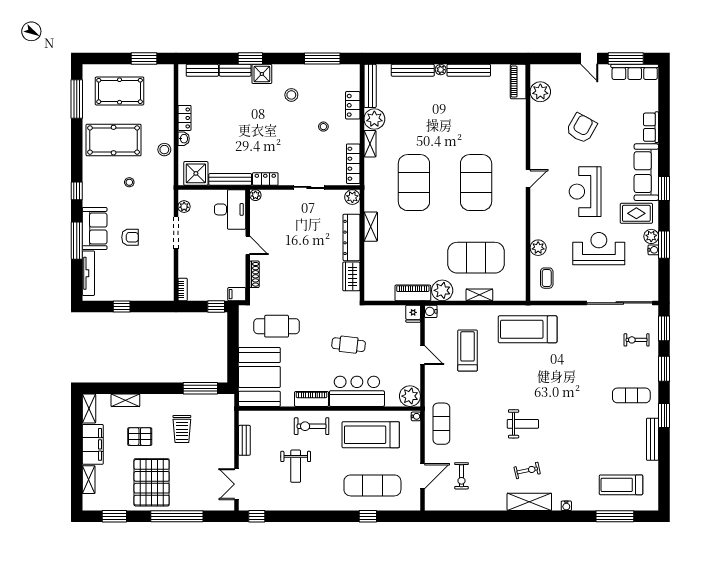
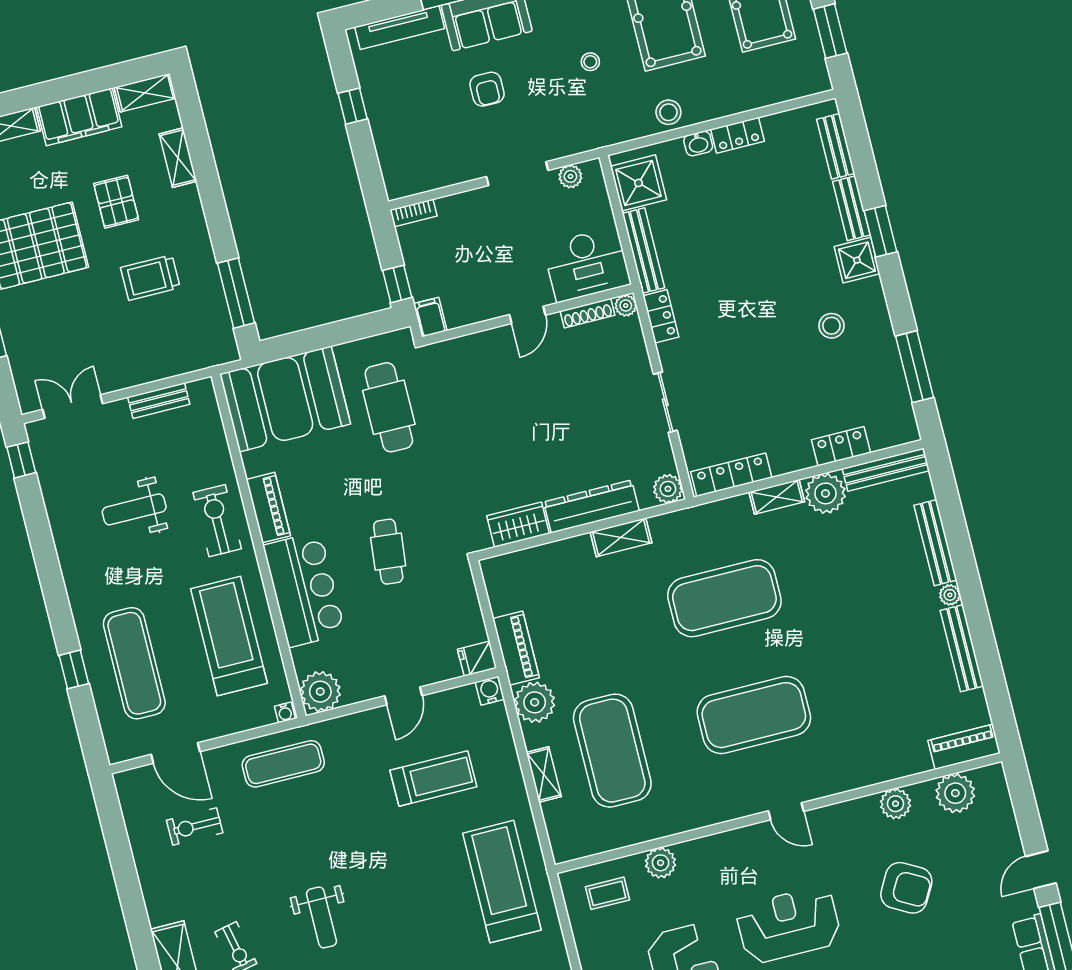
plant: (538, 123) -> (895, 804), added
stool: (323, 127) -> (787, 401), removed
shoe rack: (254, 274) -> (587, 313), moved

